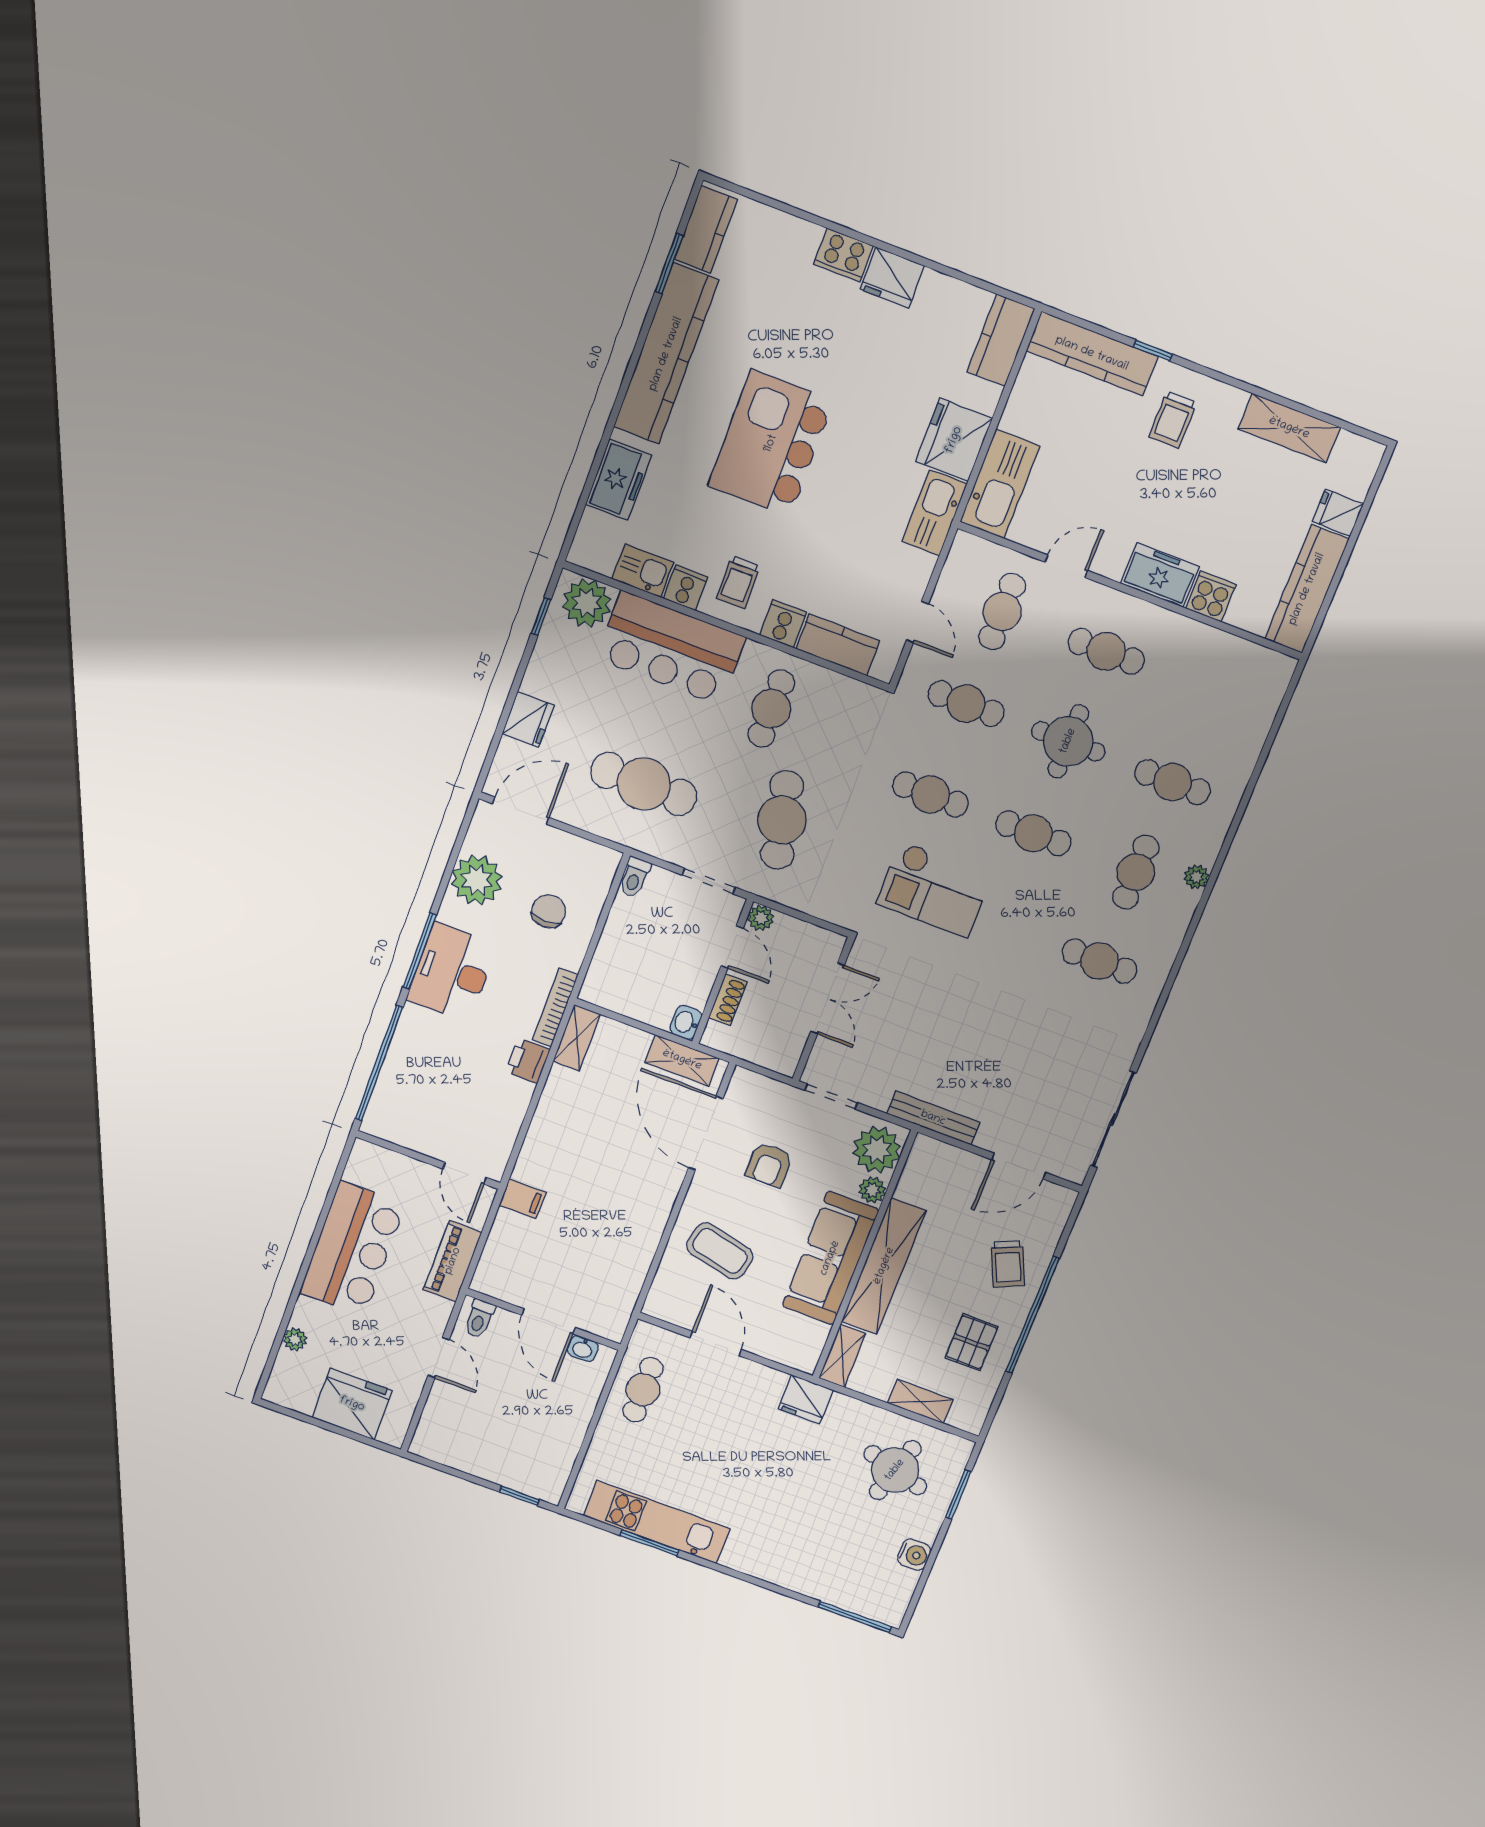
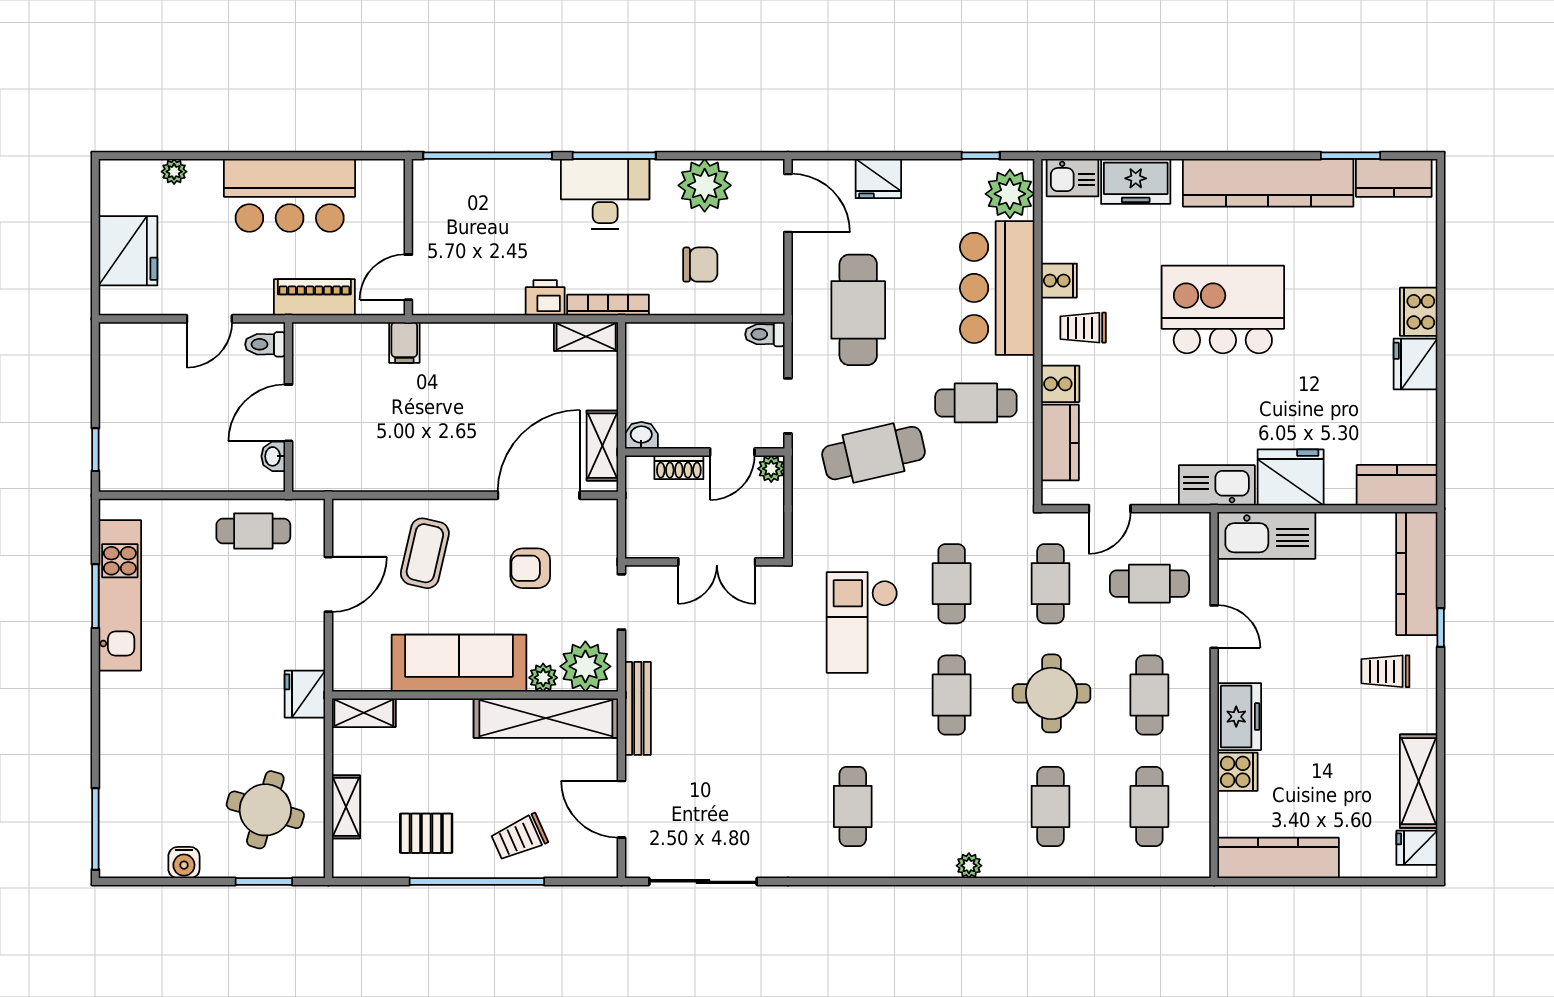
fridge: (1338, 513) -> (1417, 848), moved, turned -90
kitchen sink: (643, 571) -> (1073, 178), moved, turned 90
cafe table: (1136, 872) -> (1149, 806), moved, turned 90
shelving: (884, 1266) -> (546, 718), moved

